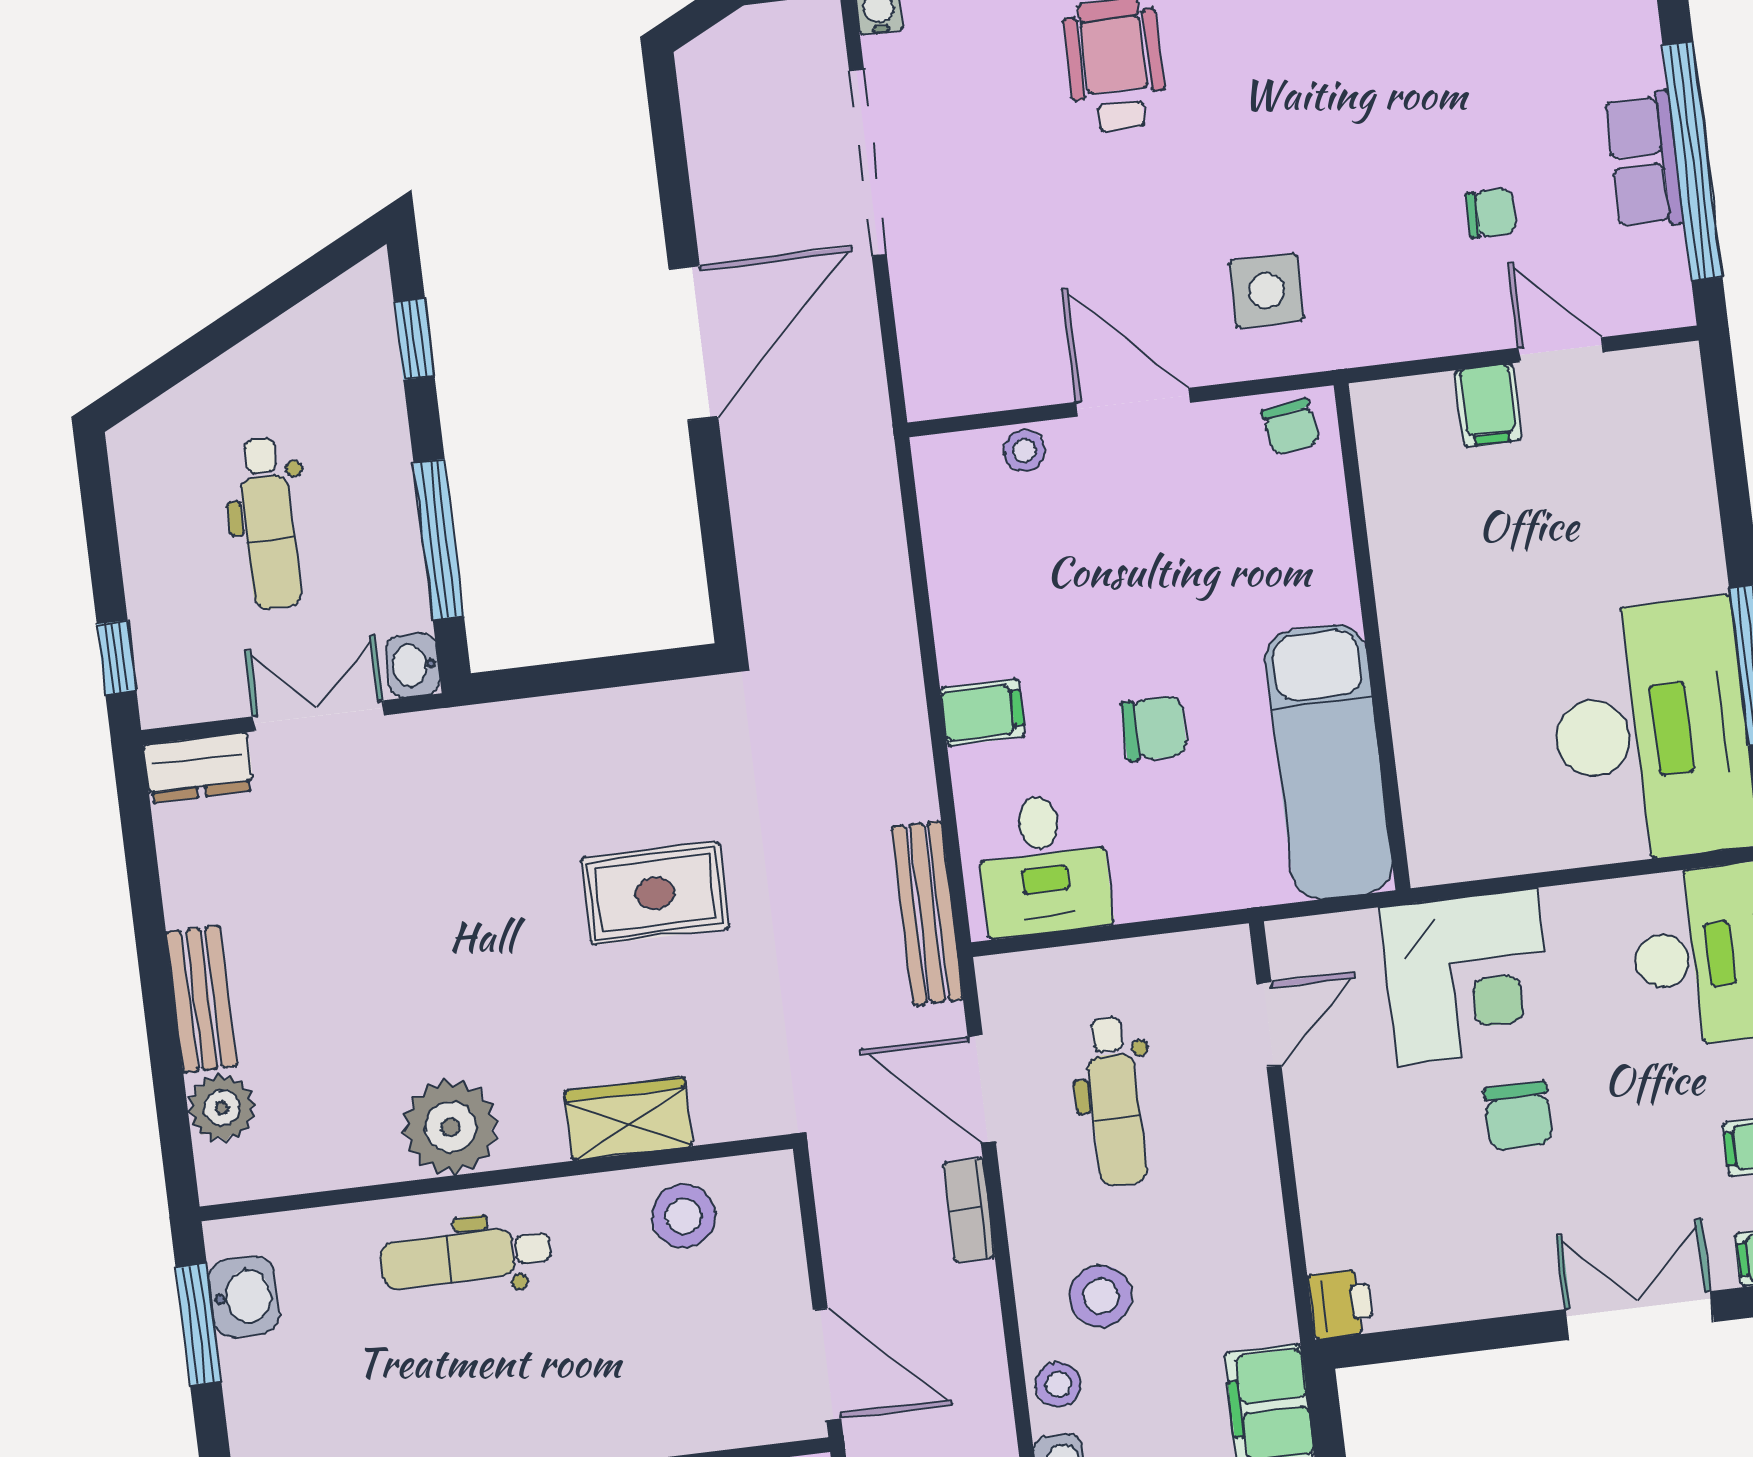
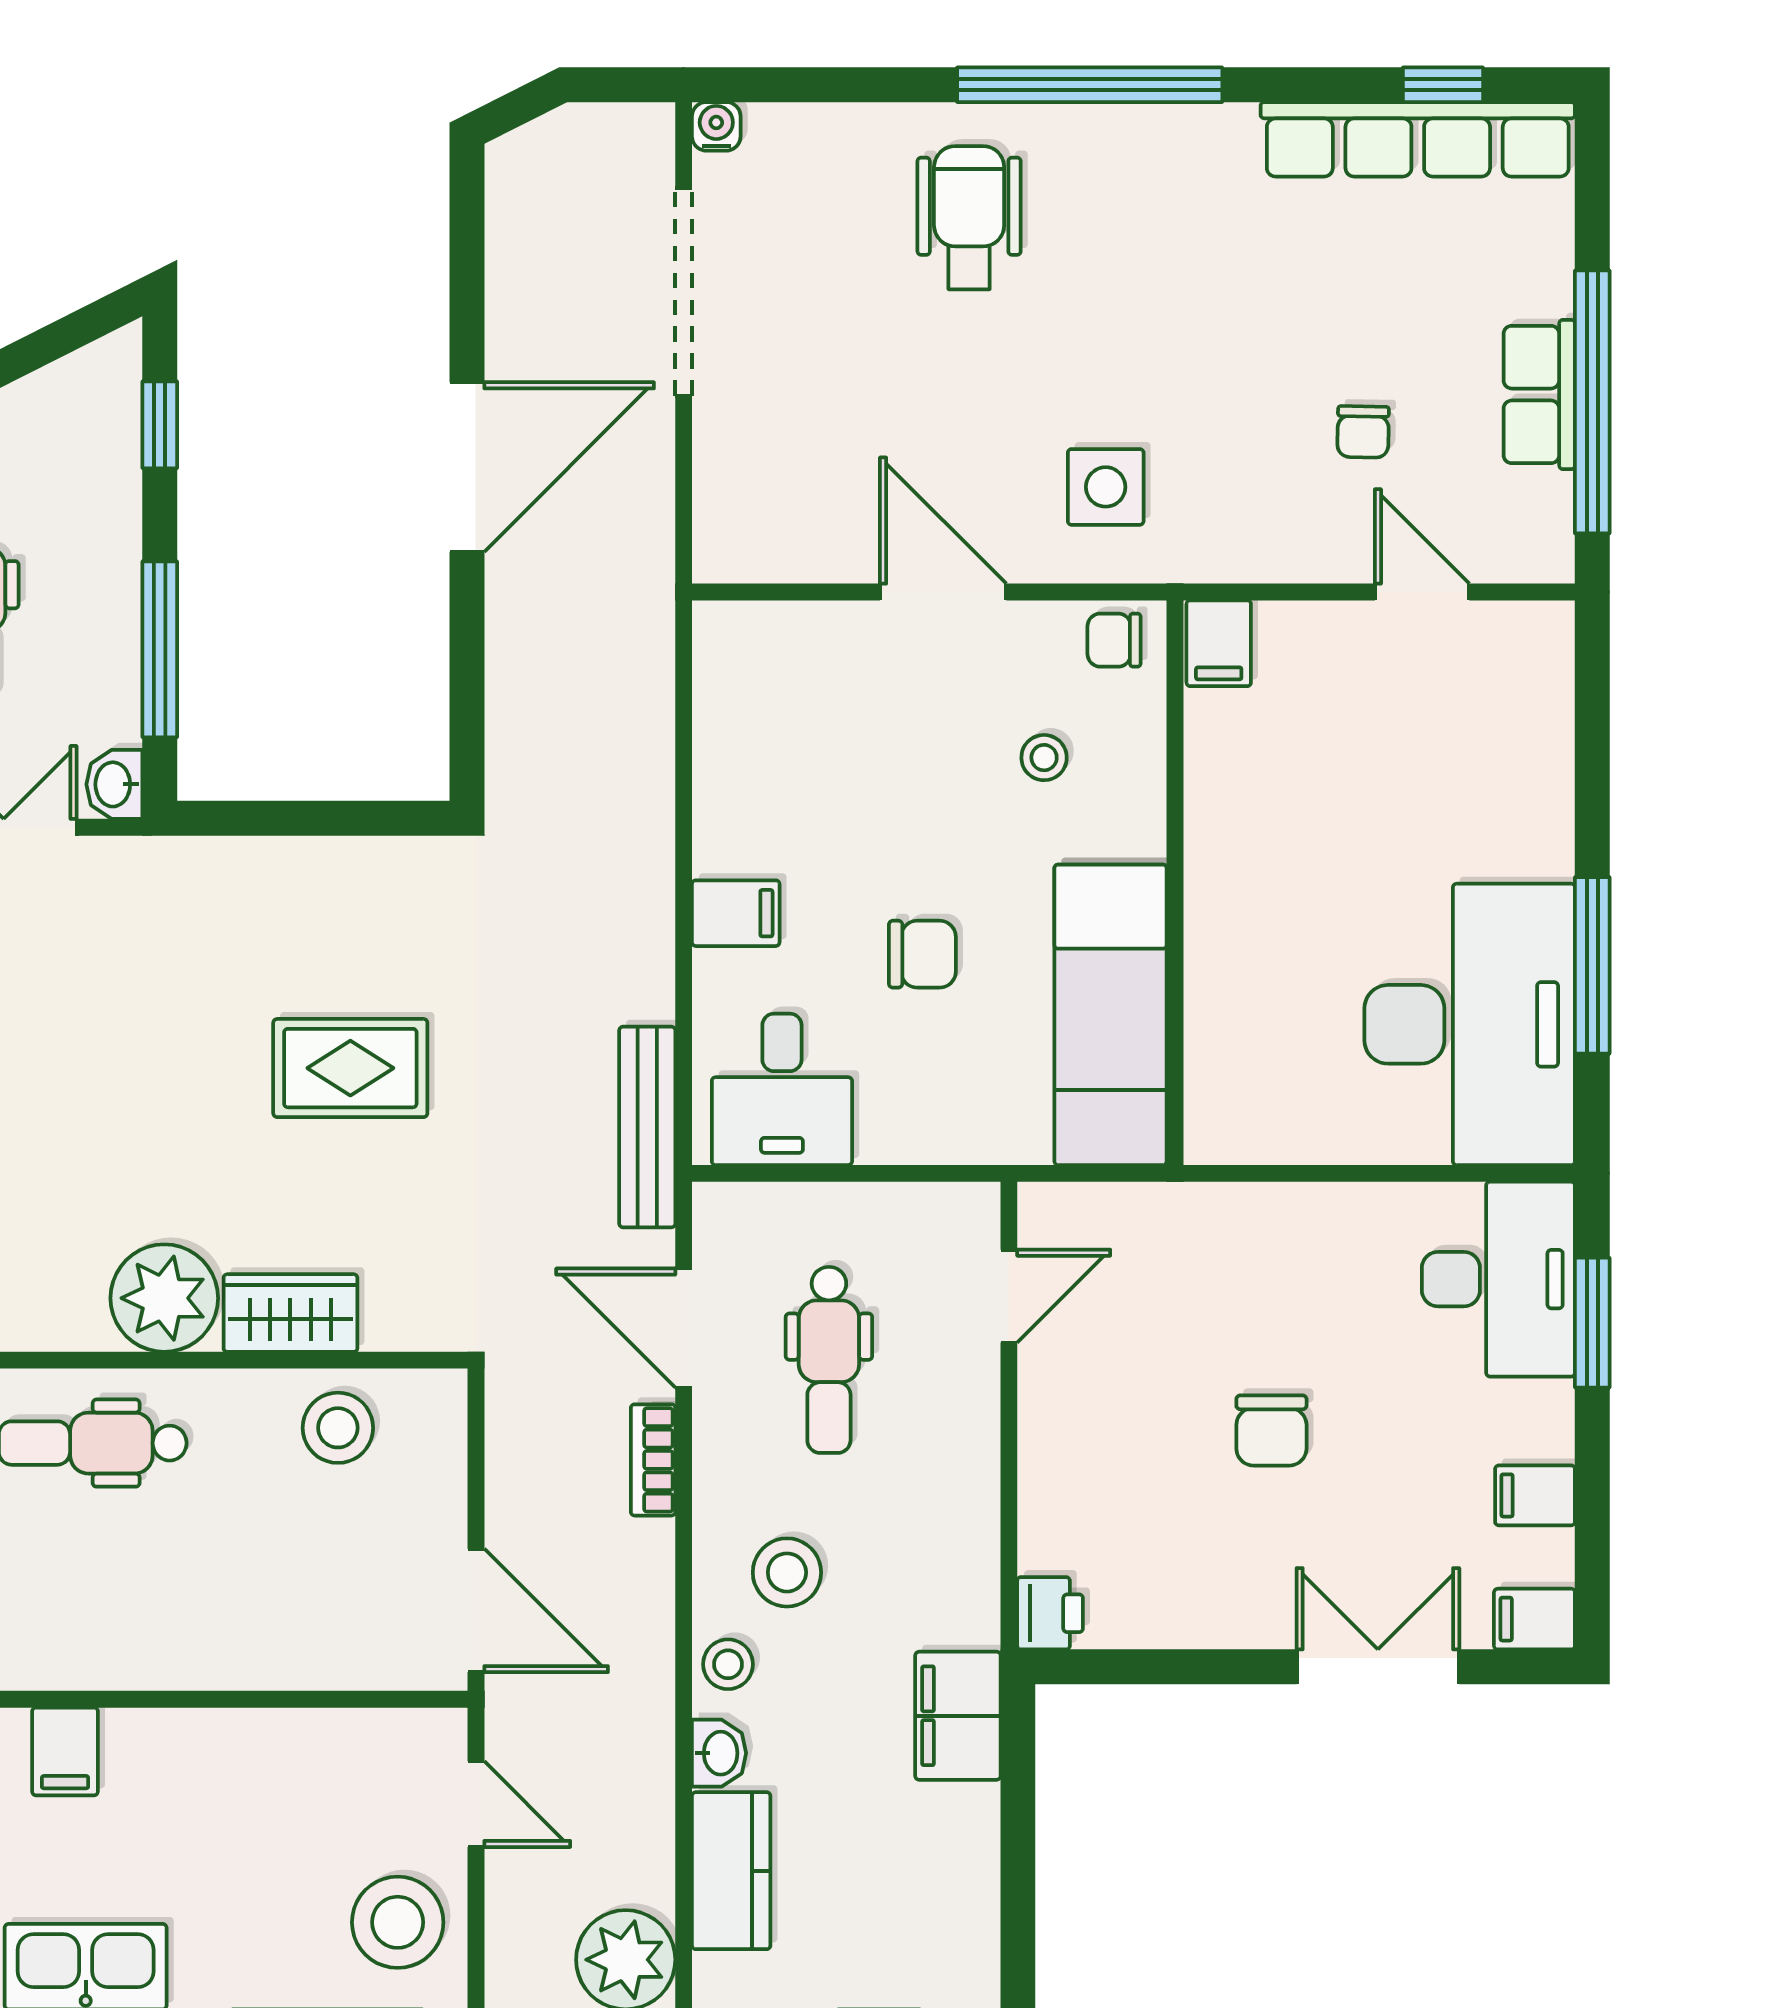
chair: (1491, 213) -> (1363, 432), turned 91
filing cabinet: (1488, 405) -> (1219, 643), moved
chair: (1291, 427) -> (1114, 640), turned 100
stool: (1024, 451) -> (1044, 758), moved
corner desk: (1468, 977) -> (1234, 1270), removed
plant: (451, 1127) -> (164, 1298), moved

